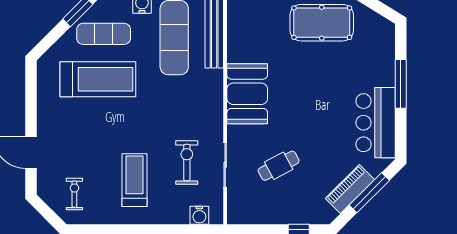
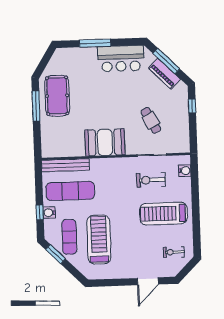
treadmill: (134, 180) -> (163, 214), width x1.37, depth x1.38

